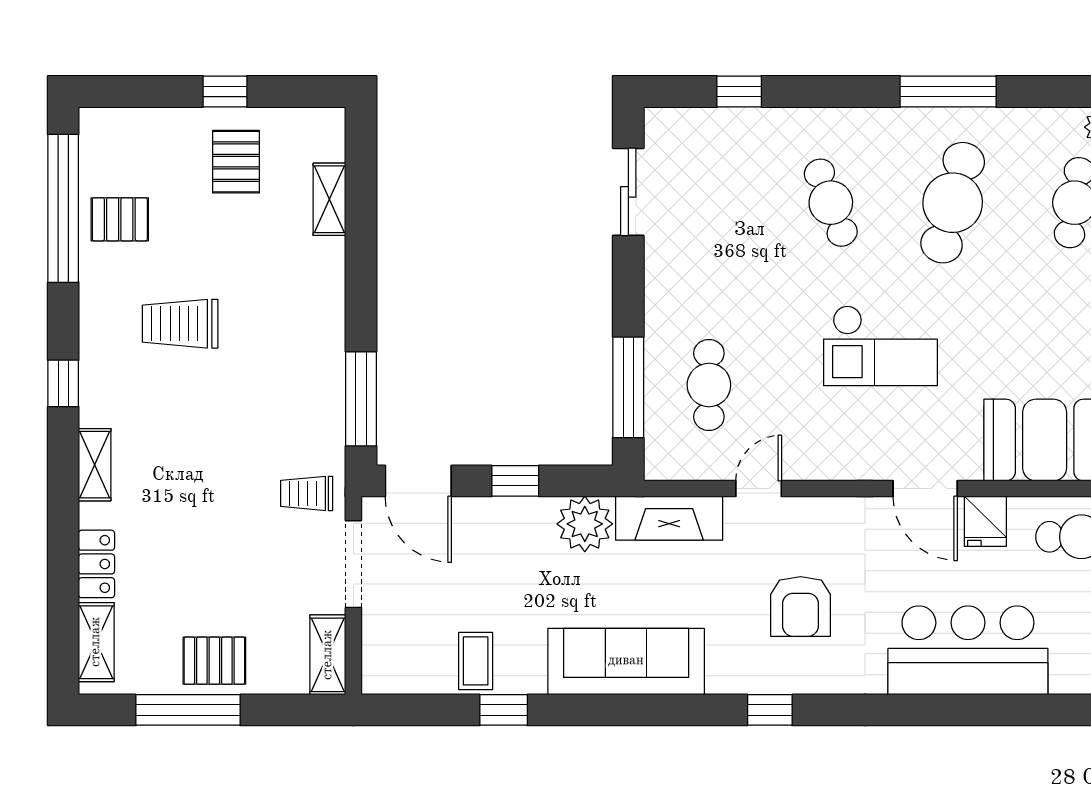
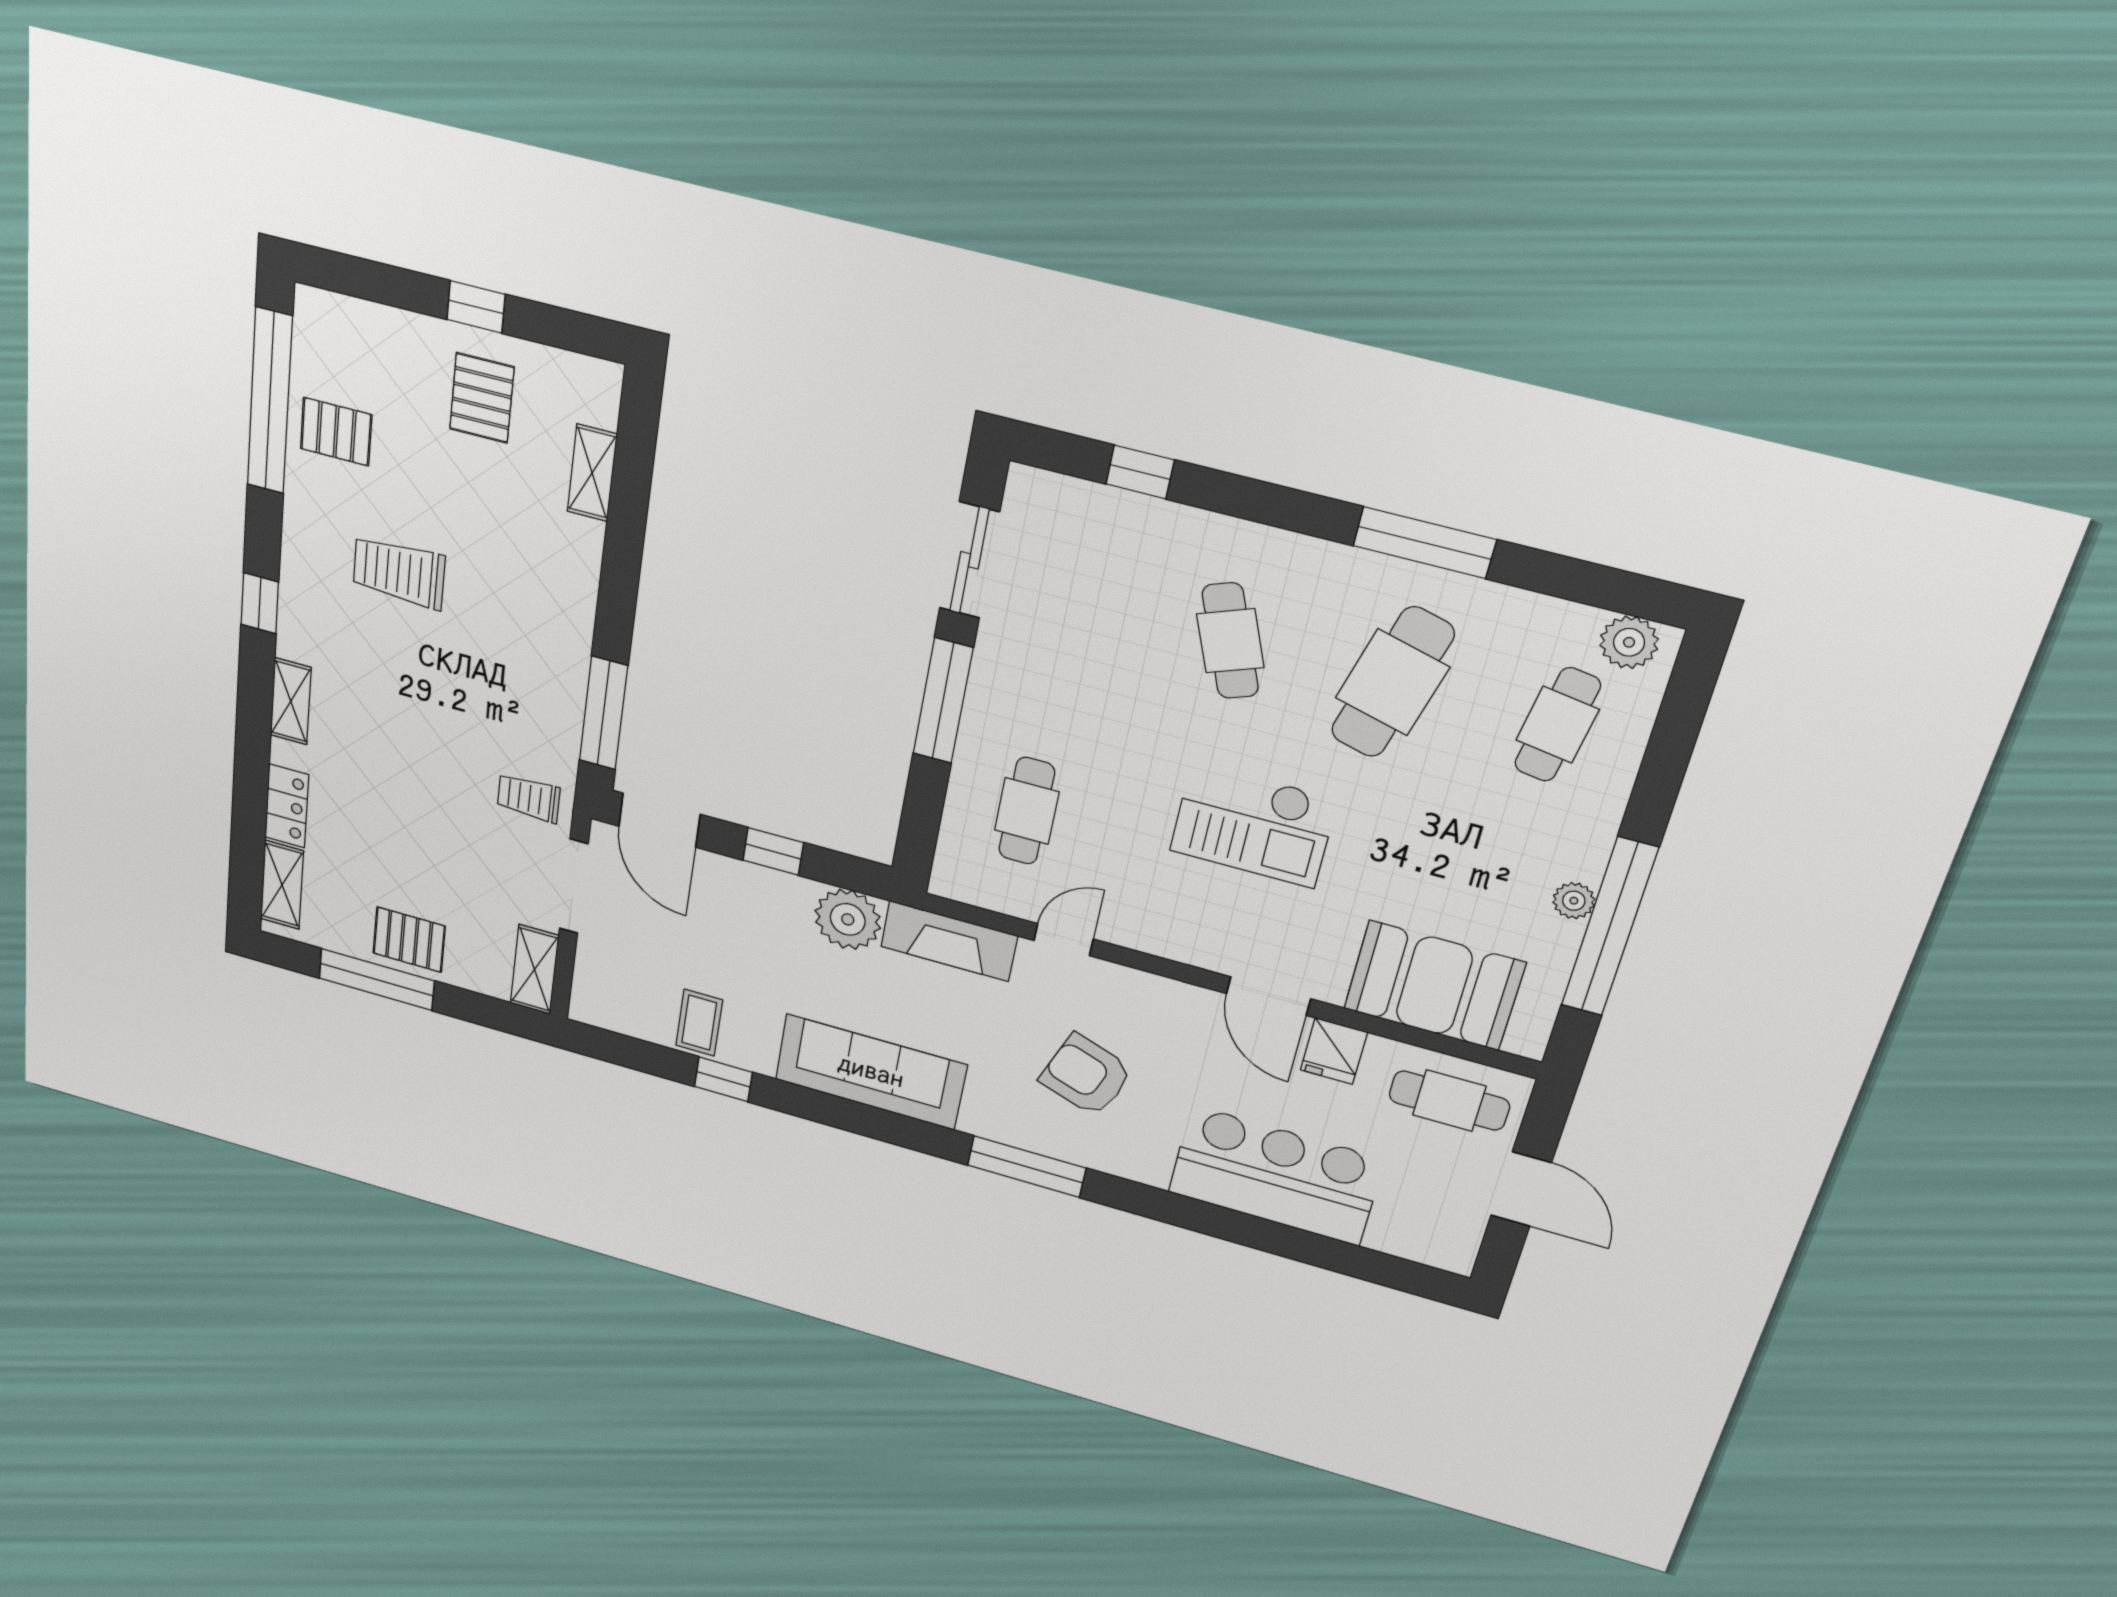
window: (628, 387) -> (943, 701), moved
armchair: (801, 606) -> (1086, 1075), turned 110
window: (770, 710) -> (1027, 1167), width x2.17

